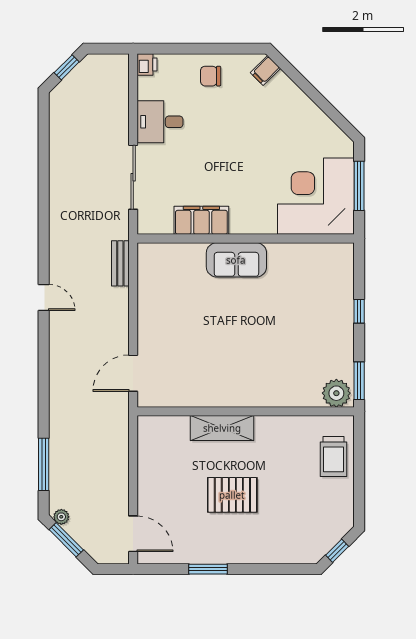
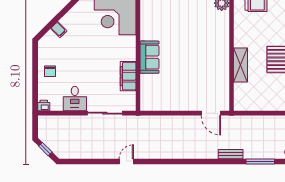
filing cabinet: (265, 70) -> (59, 30), moved
bench: (120, 263) -> (231, 154), moved
door: (44, 297) -> (126, 162), moved

